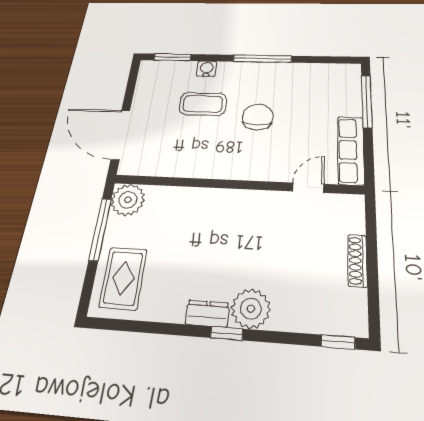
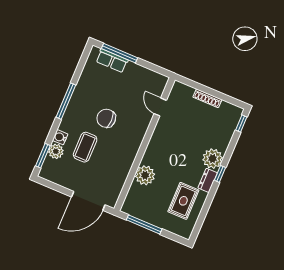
plant: (184, 70) -> (56, 151), added
row of seats: (351, 150) -> (112, 61), moved, width x0.68
plant: (128, 200) -> (145, 175), moved
rug: (123, 278) -> (183, 201), moved, turned 90

